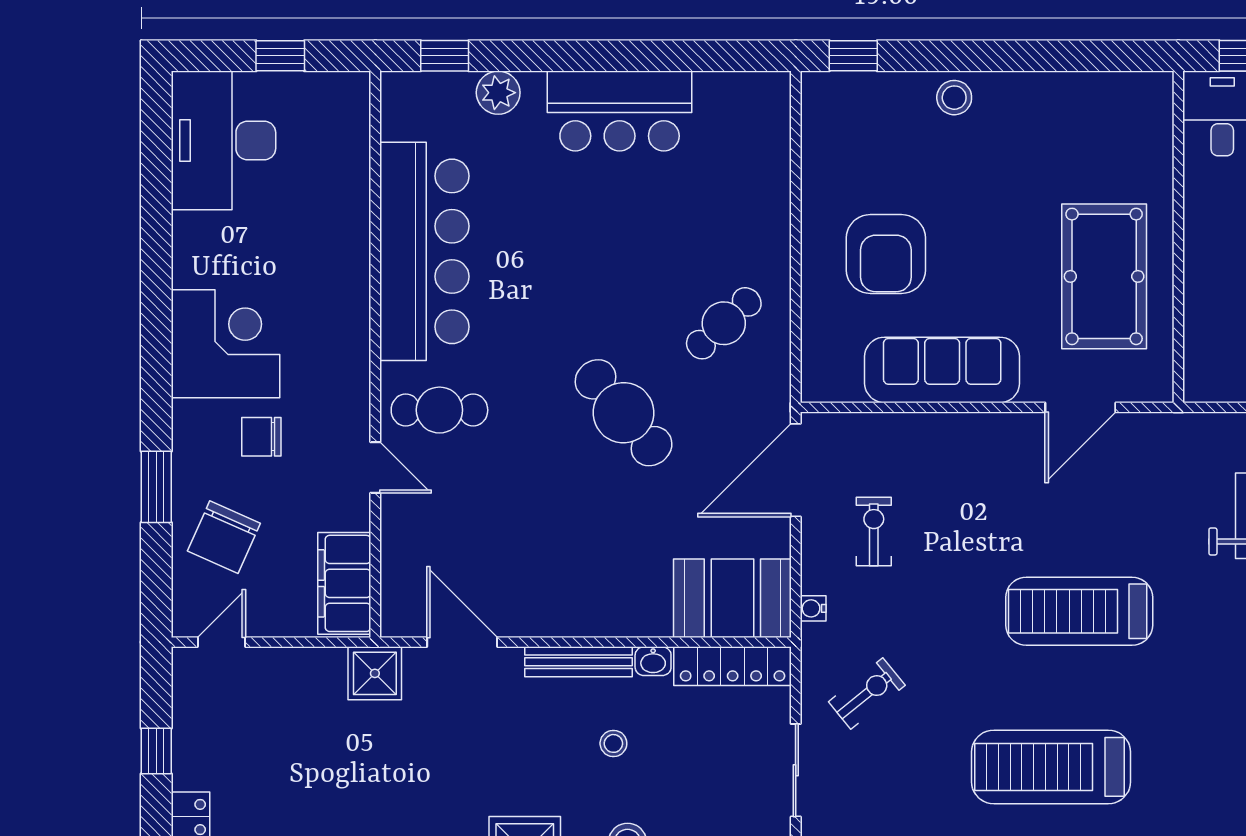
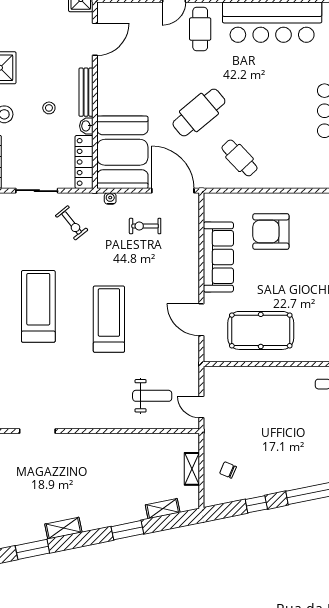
exercise bike: (874, 531) -> (145, 226), turned 180
booth: (732, 598) -> (122, 152), width x1.36, depth x1.42

